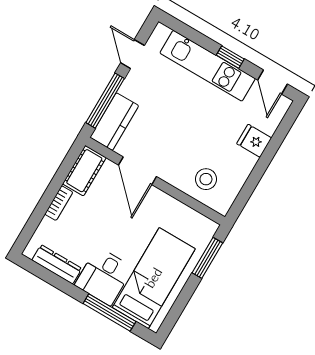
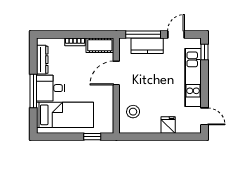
window: (230, 57) -> (205, 52), moved
door: (272, 82) -> (205, 116), swing flipped
kitchen counter: (114, 122) -> (147, 46), moved
window: (207, 258) -> (92, 137), width x0.67
window: (109, 312) -> (33, 91), moved

